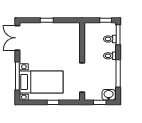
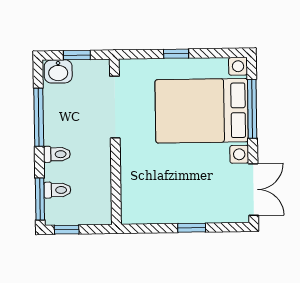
bed with nightstands: (41, 82) -> (202, 111), width x1.36

